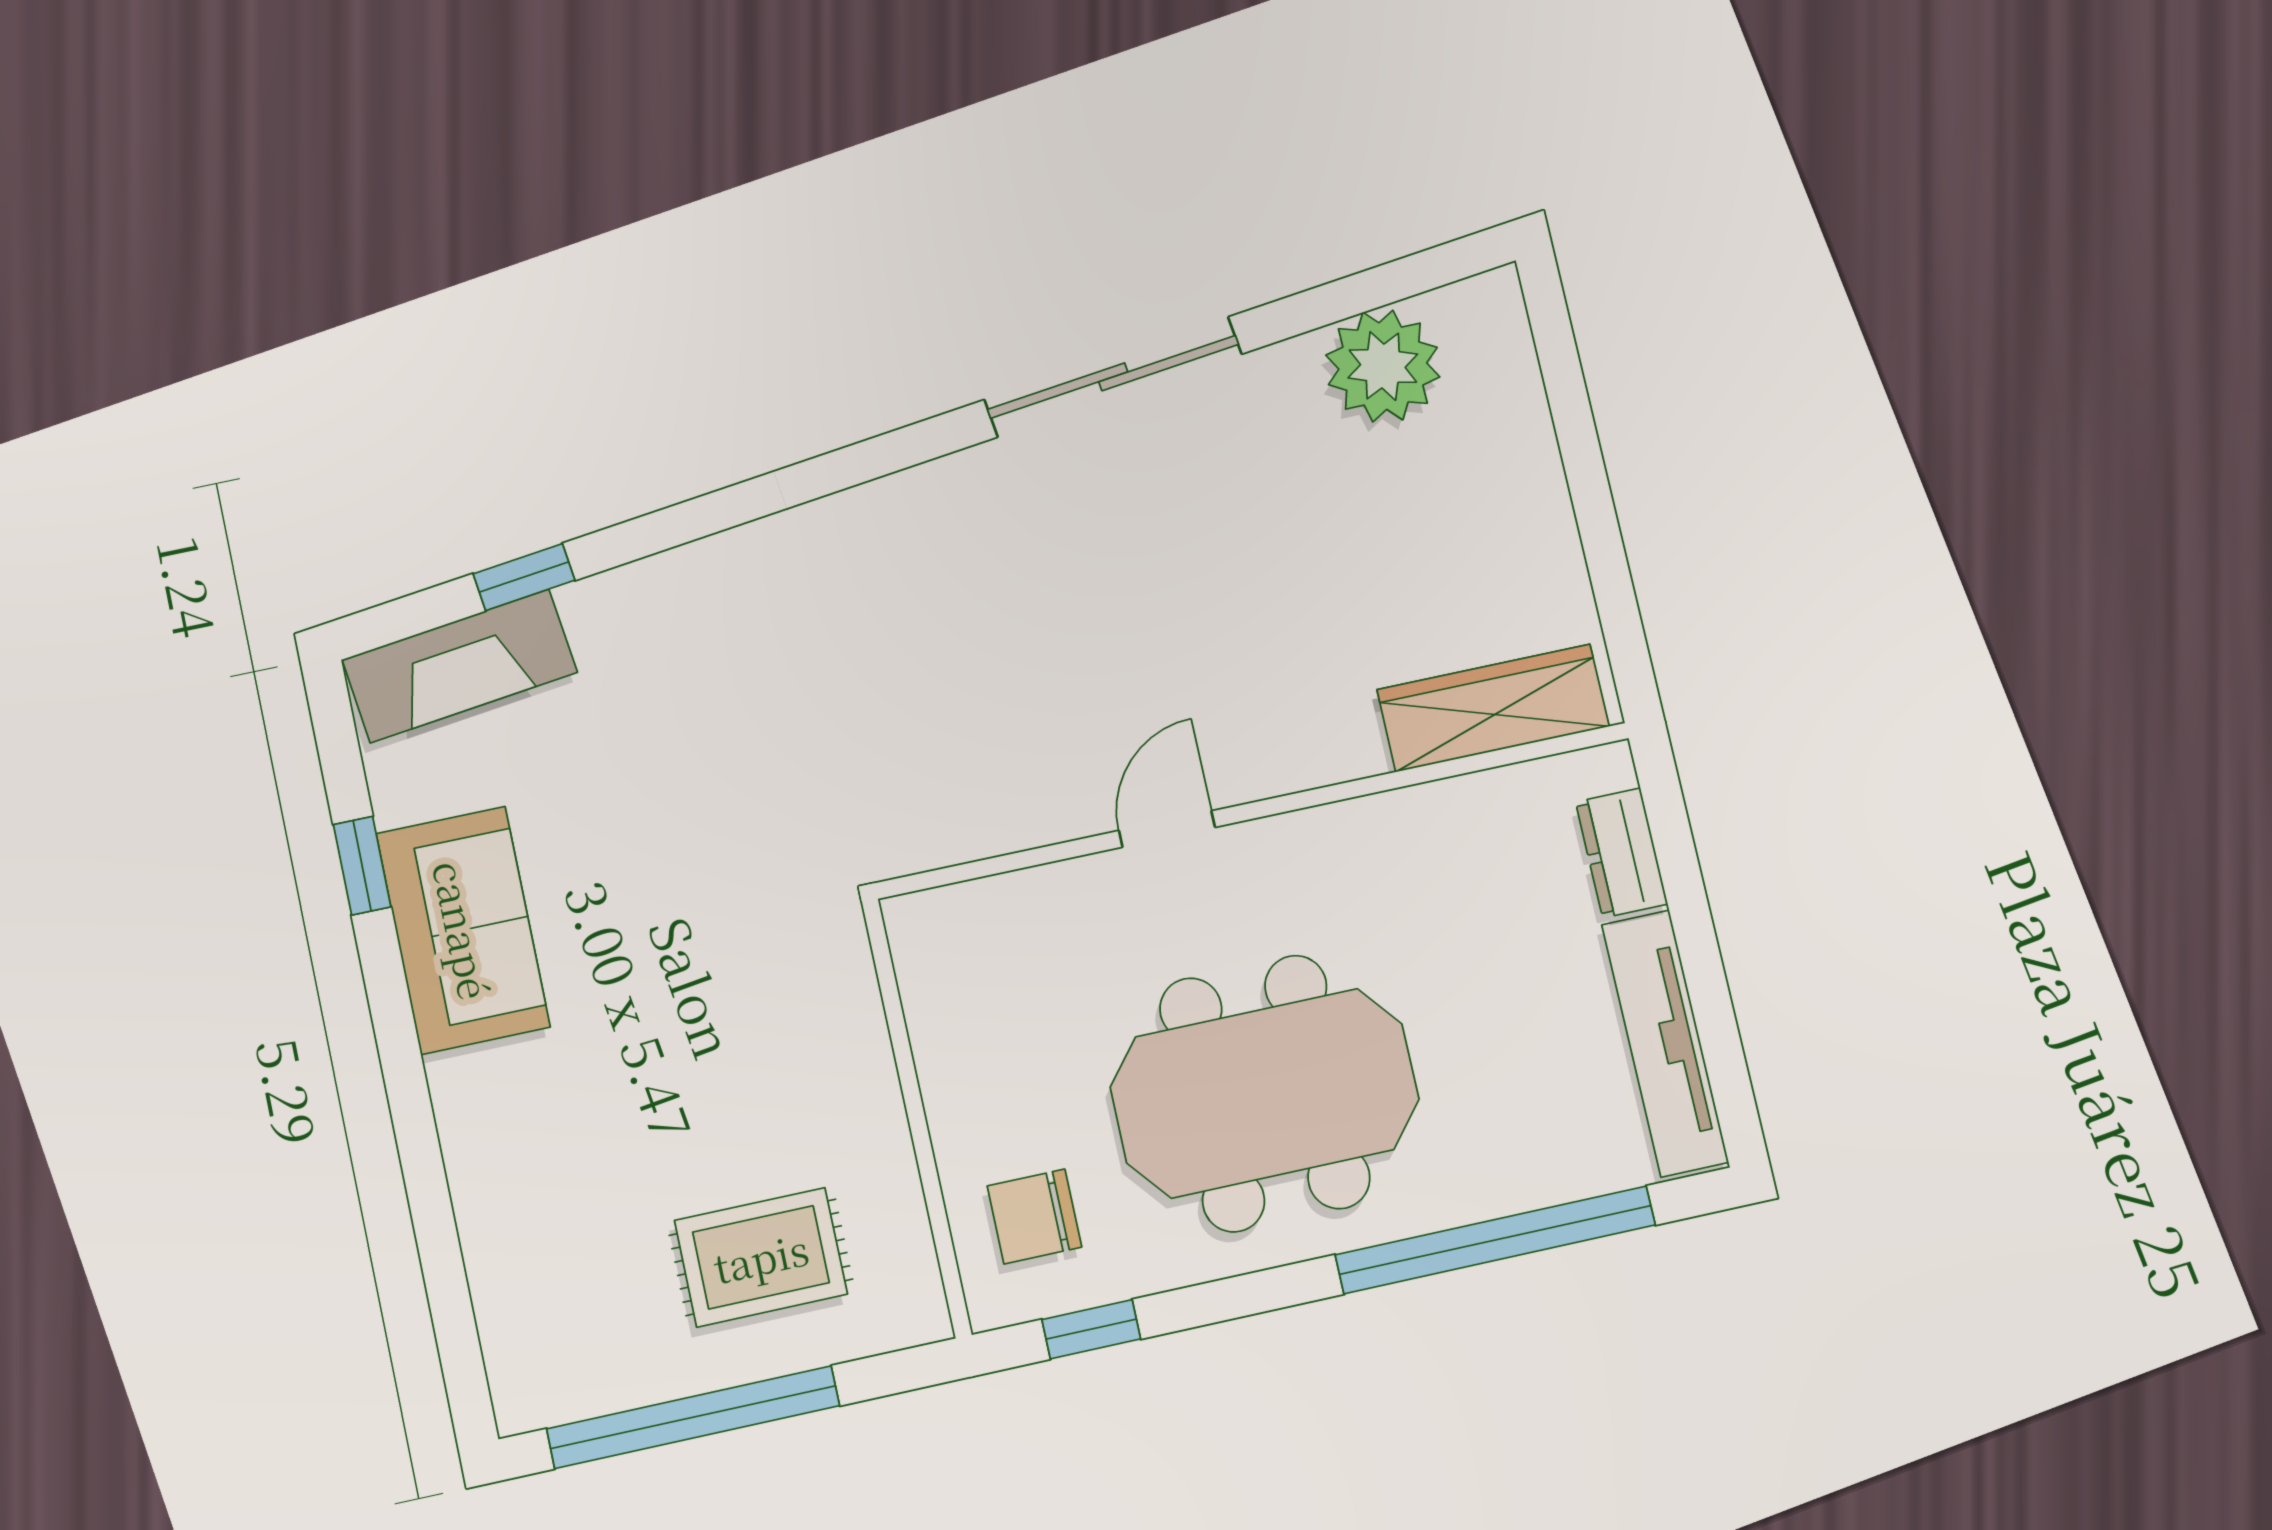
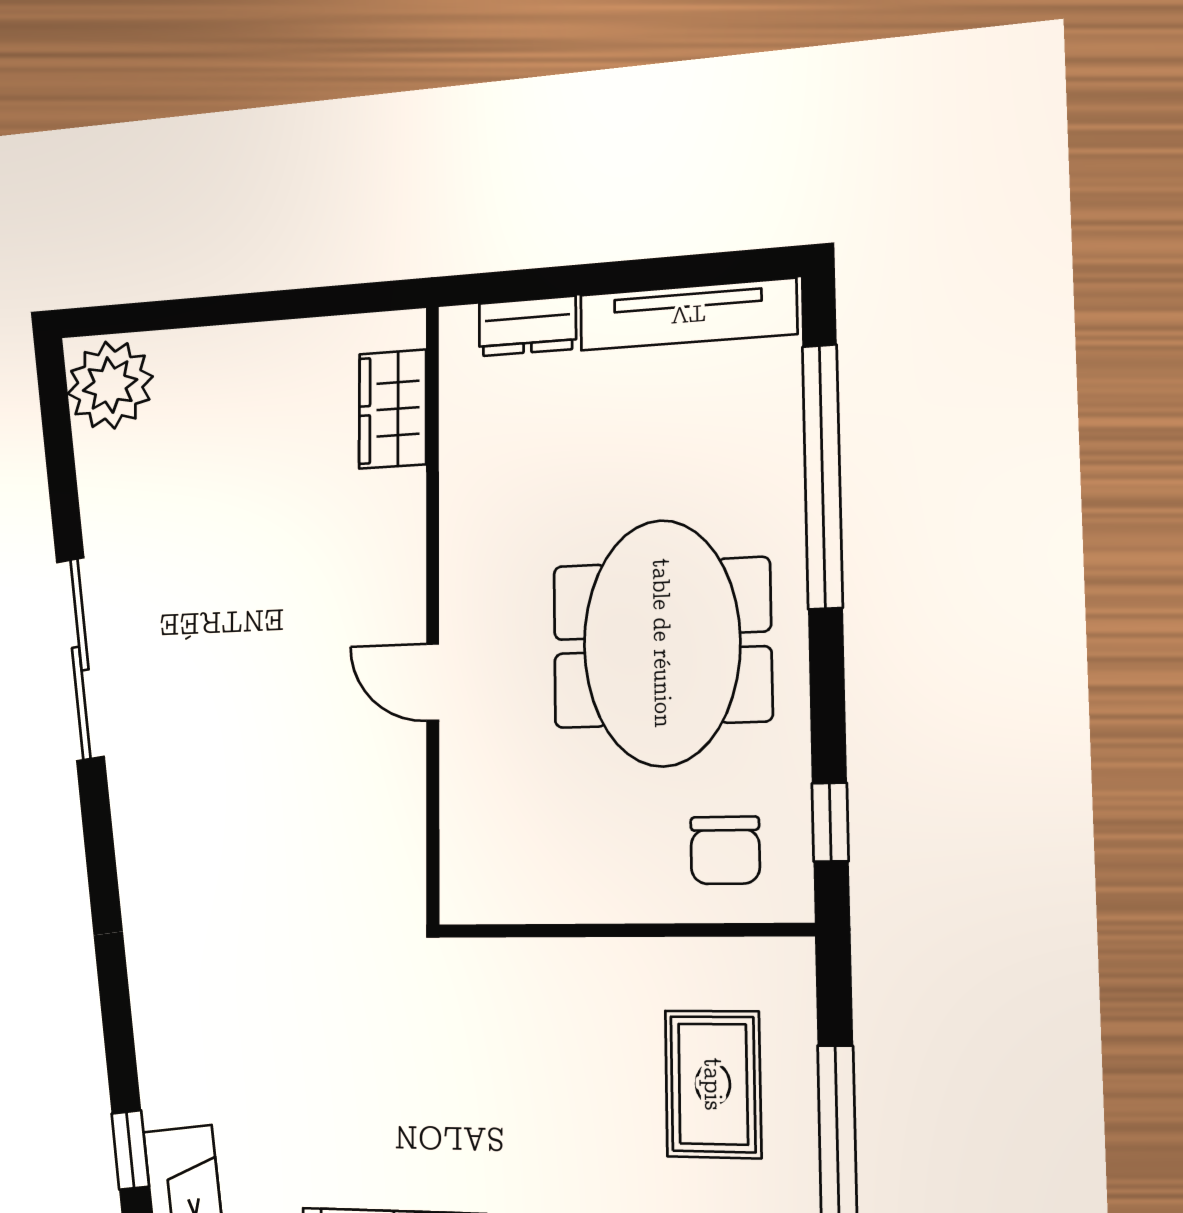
plant: (1383, 366) -> (110, 385), moved
wardrobe: (1493, 708) -> (393, 409), width x0.67

